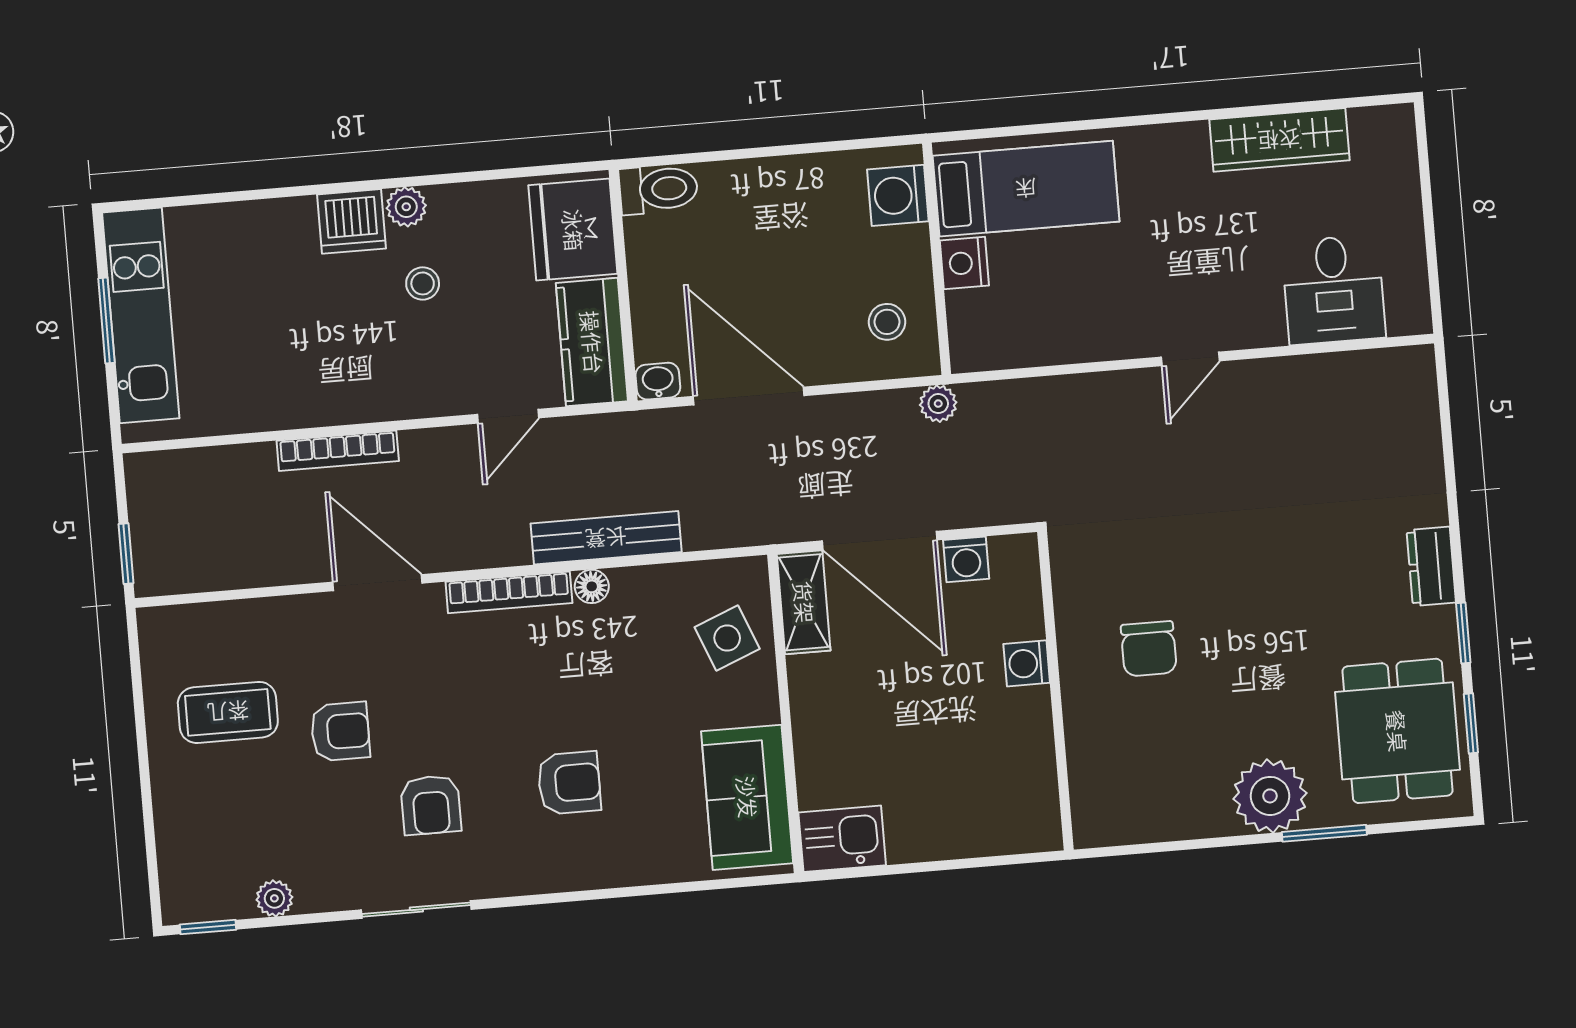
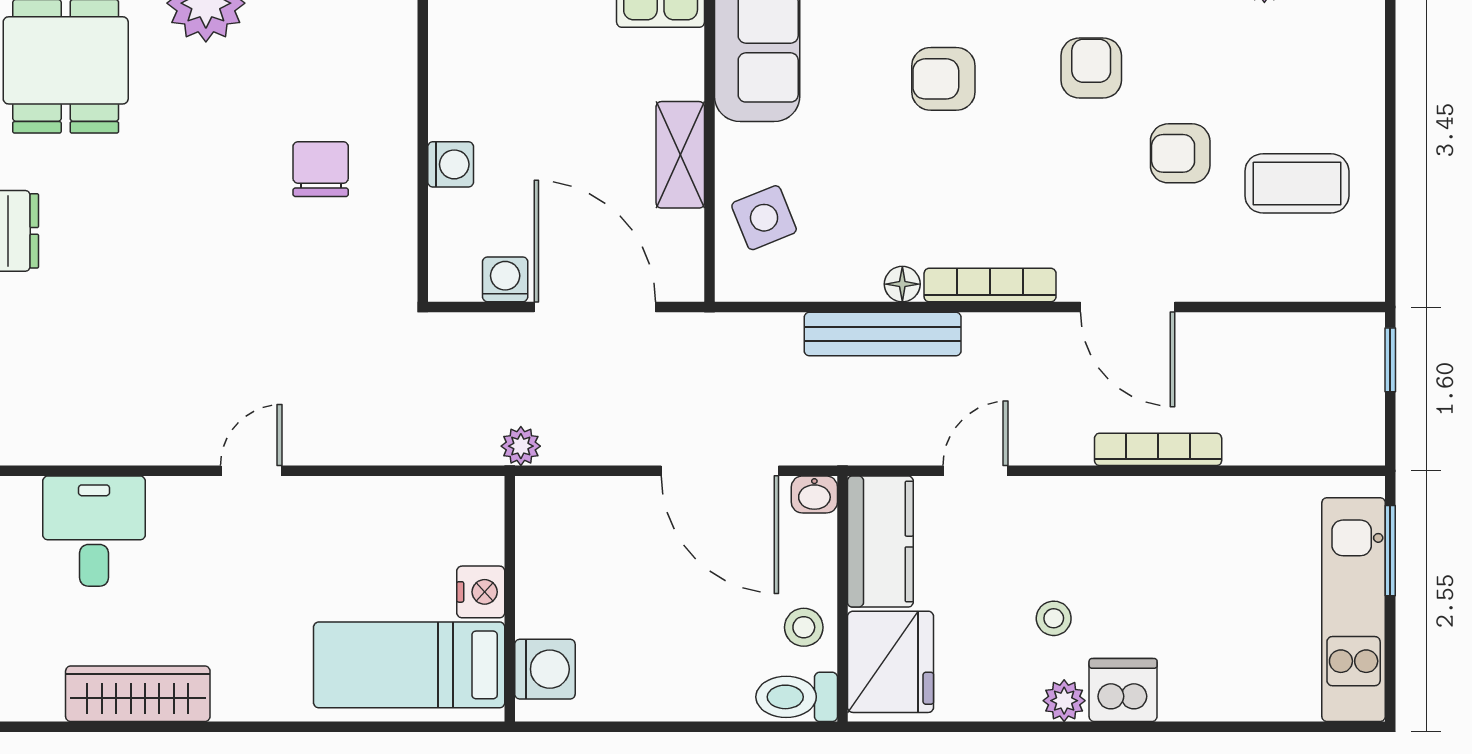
window: (106, 321) -> (1390, 551), moved
stool: (887, 322) -> (804, 627), moved
shelving: (804, 602) -> (680, 155), moved

